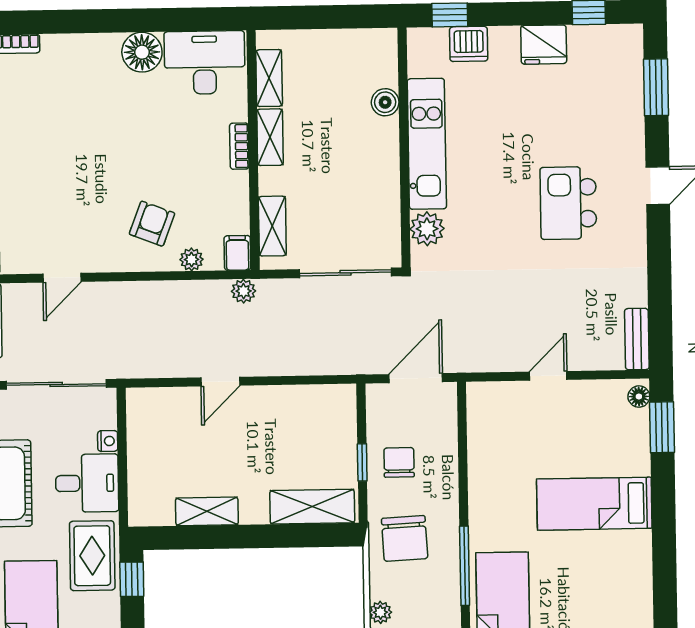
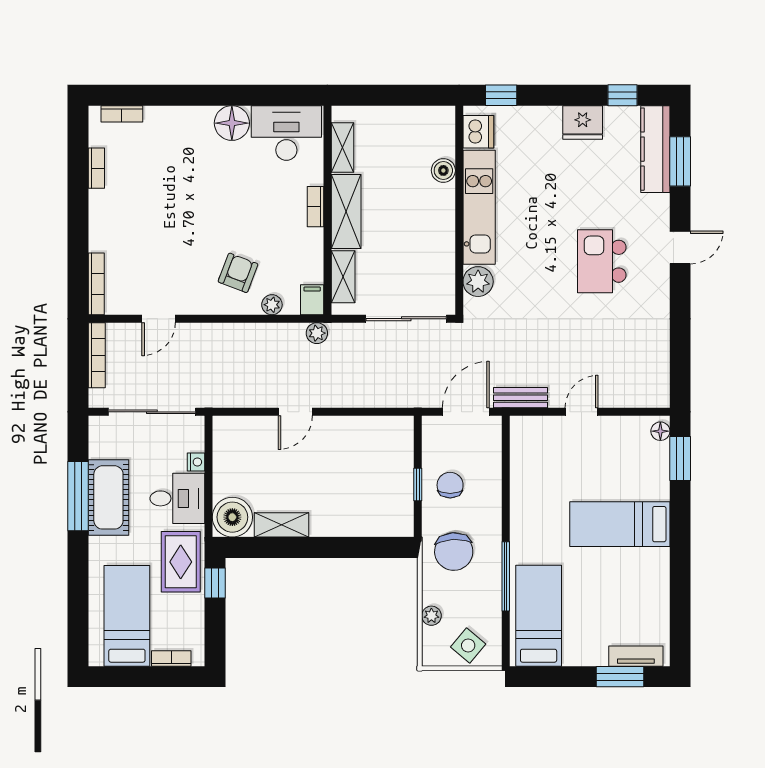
dishwasher: (469, 44) -> (478, 132), moved, turned -90
kitchen counter: (627, 74) -> (655, 149), added
shelving: (270, 137) -> (346, 212), width x1.50, depth x1.33
bench: (637, 339) -> (520, 398), moved, turned 90
boiler: (150, 503) -> (232, 517), added
shelving: (312, 507) -> (374, 522), removed

